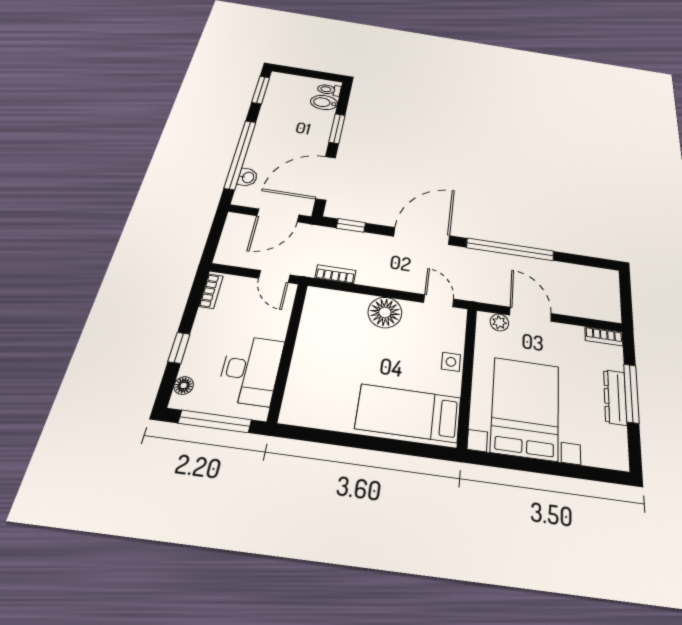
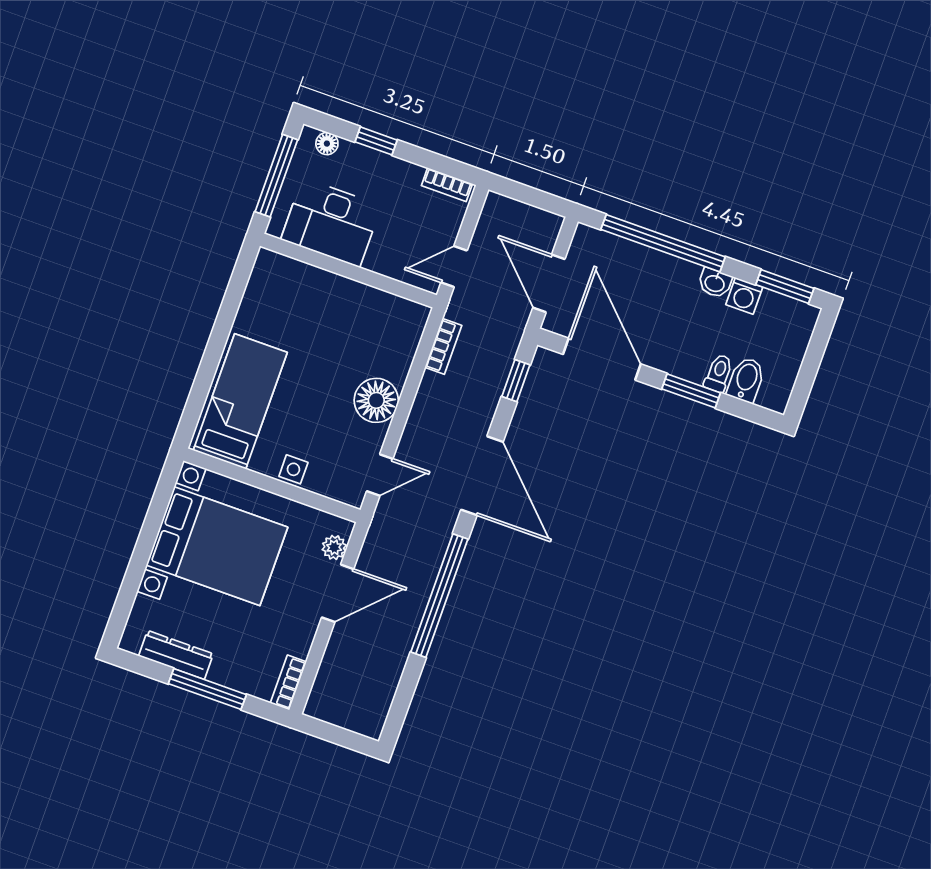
toilet: (329, 90) -> (719, 373), moved
washing machine: (270, 109) -> (744, 296), added
washbasin: (248, 177) -> (715, 283), moved
dresser: (615, 397) -> (176, 655), moved

